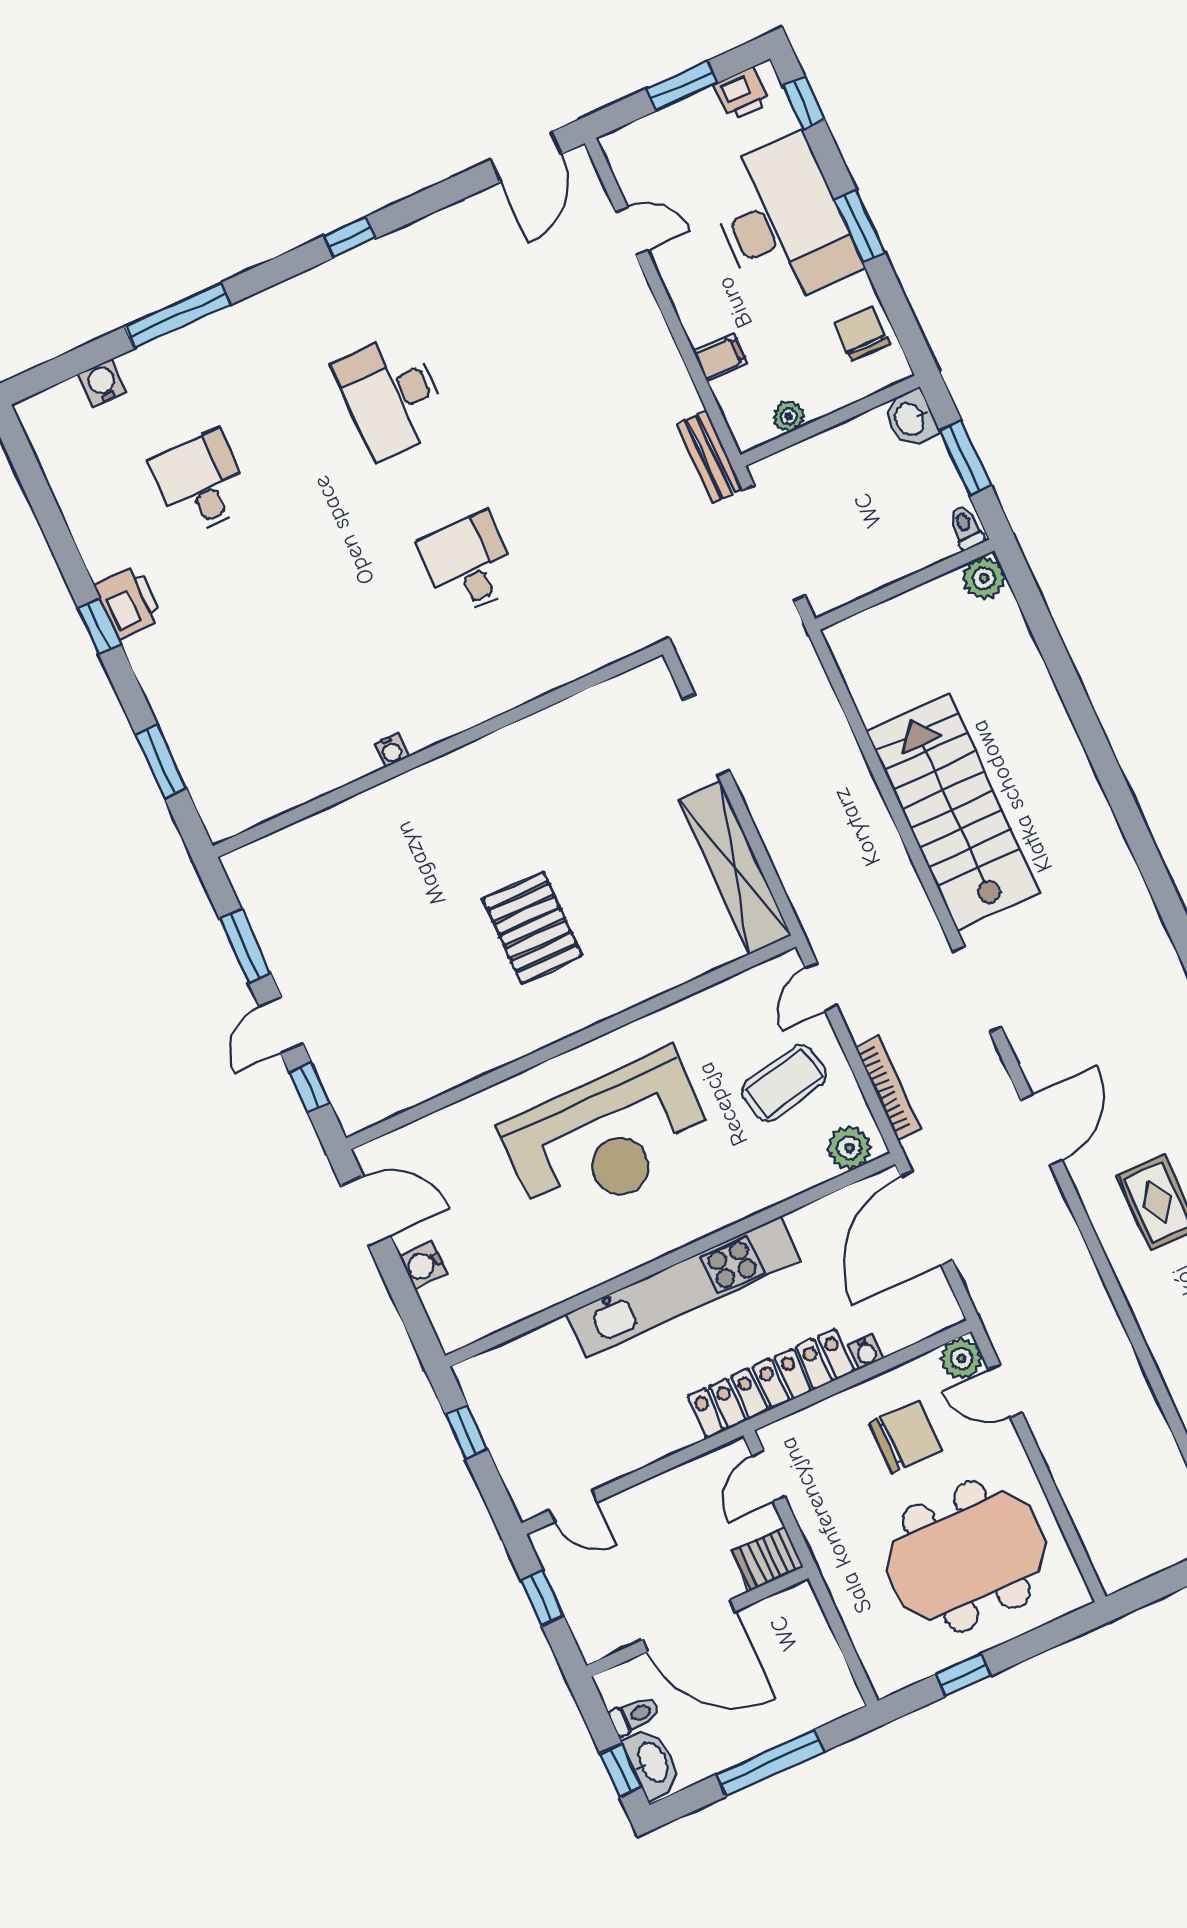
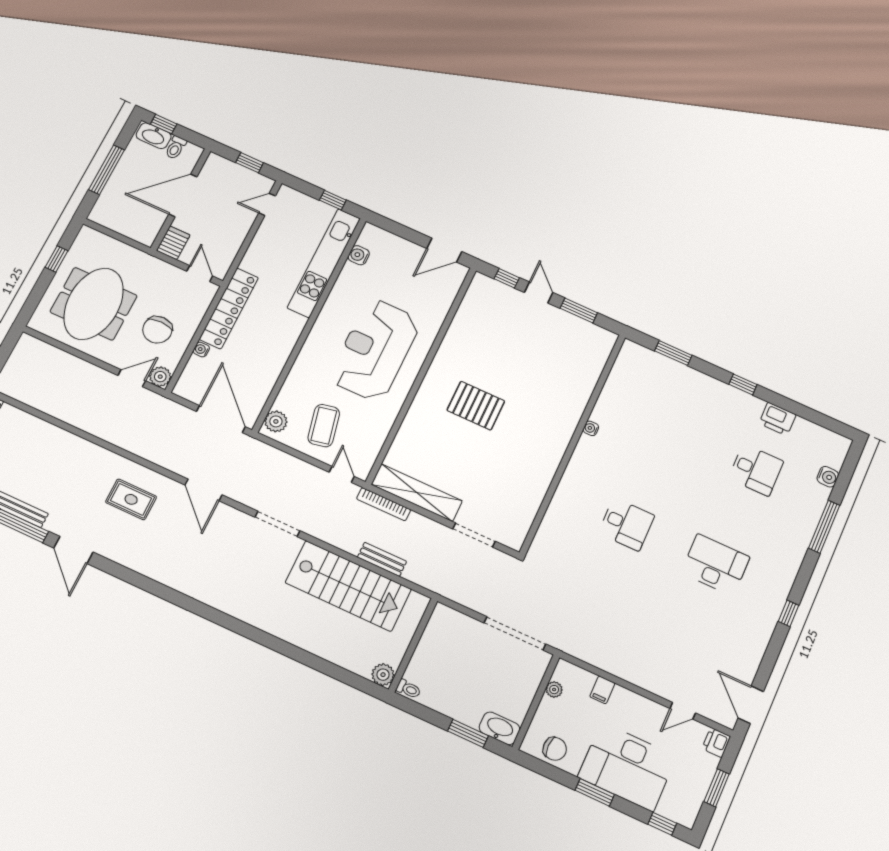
printer: (742, 94) -> (716, 743), moved
washbasin: (911, 419) -> (499, 728), width x1.38
bench: (710, 457) -> (382, 559), moved
toilet: (966, 527) -> (408, 689), moved
plant: (984, 578) -> (383, 675), moved
wall: (905, 585) -> (413, 645), moved
printer: (129, 602) -> (777, 419), moved
bookcase: (888, 1088) -> (384, 504), moved
water cooler: (423, 1265) -> (359, 255), moved, turned -90
kitchen unit: (683, 1287) -> (324, 263), moved

